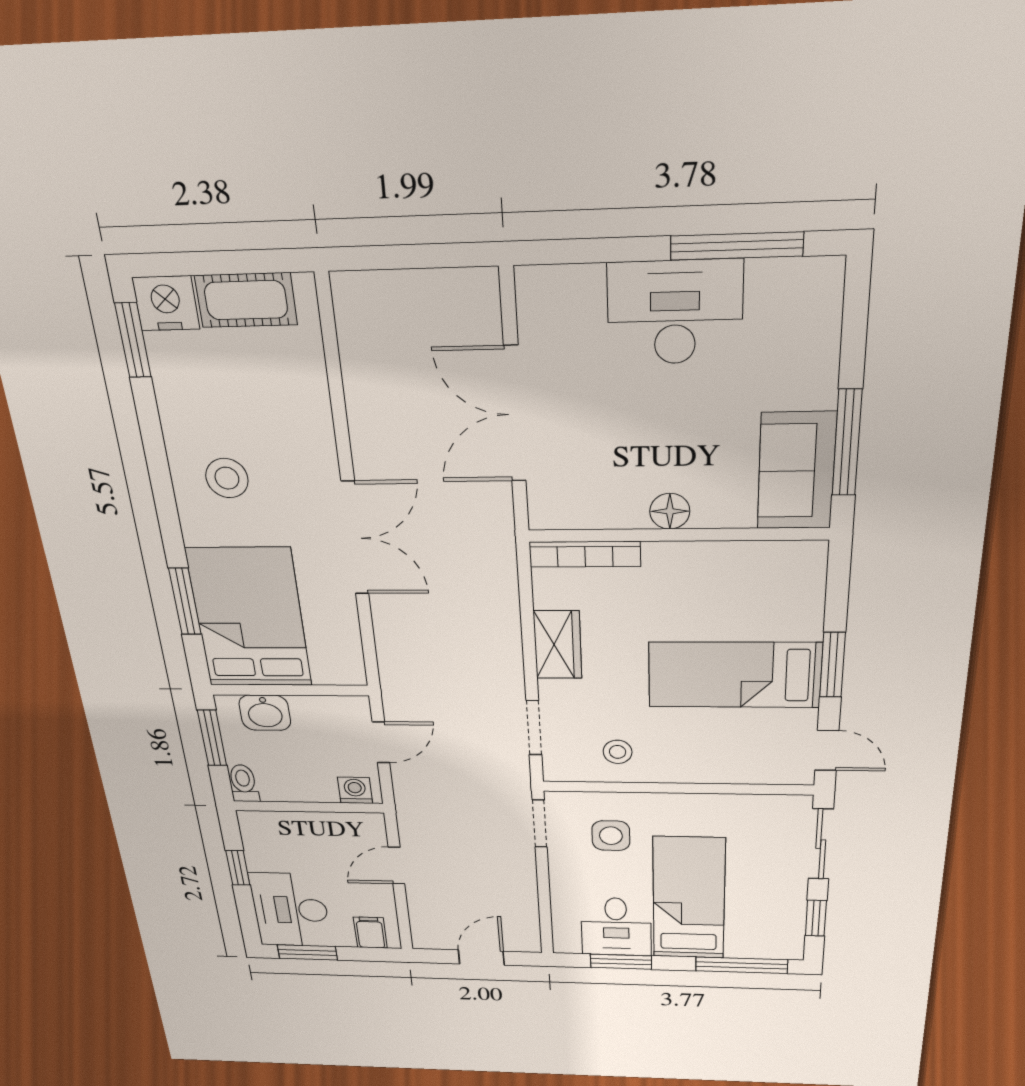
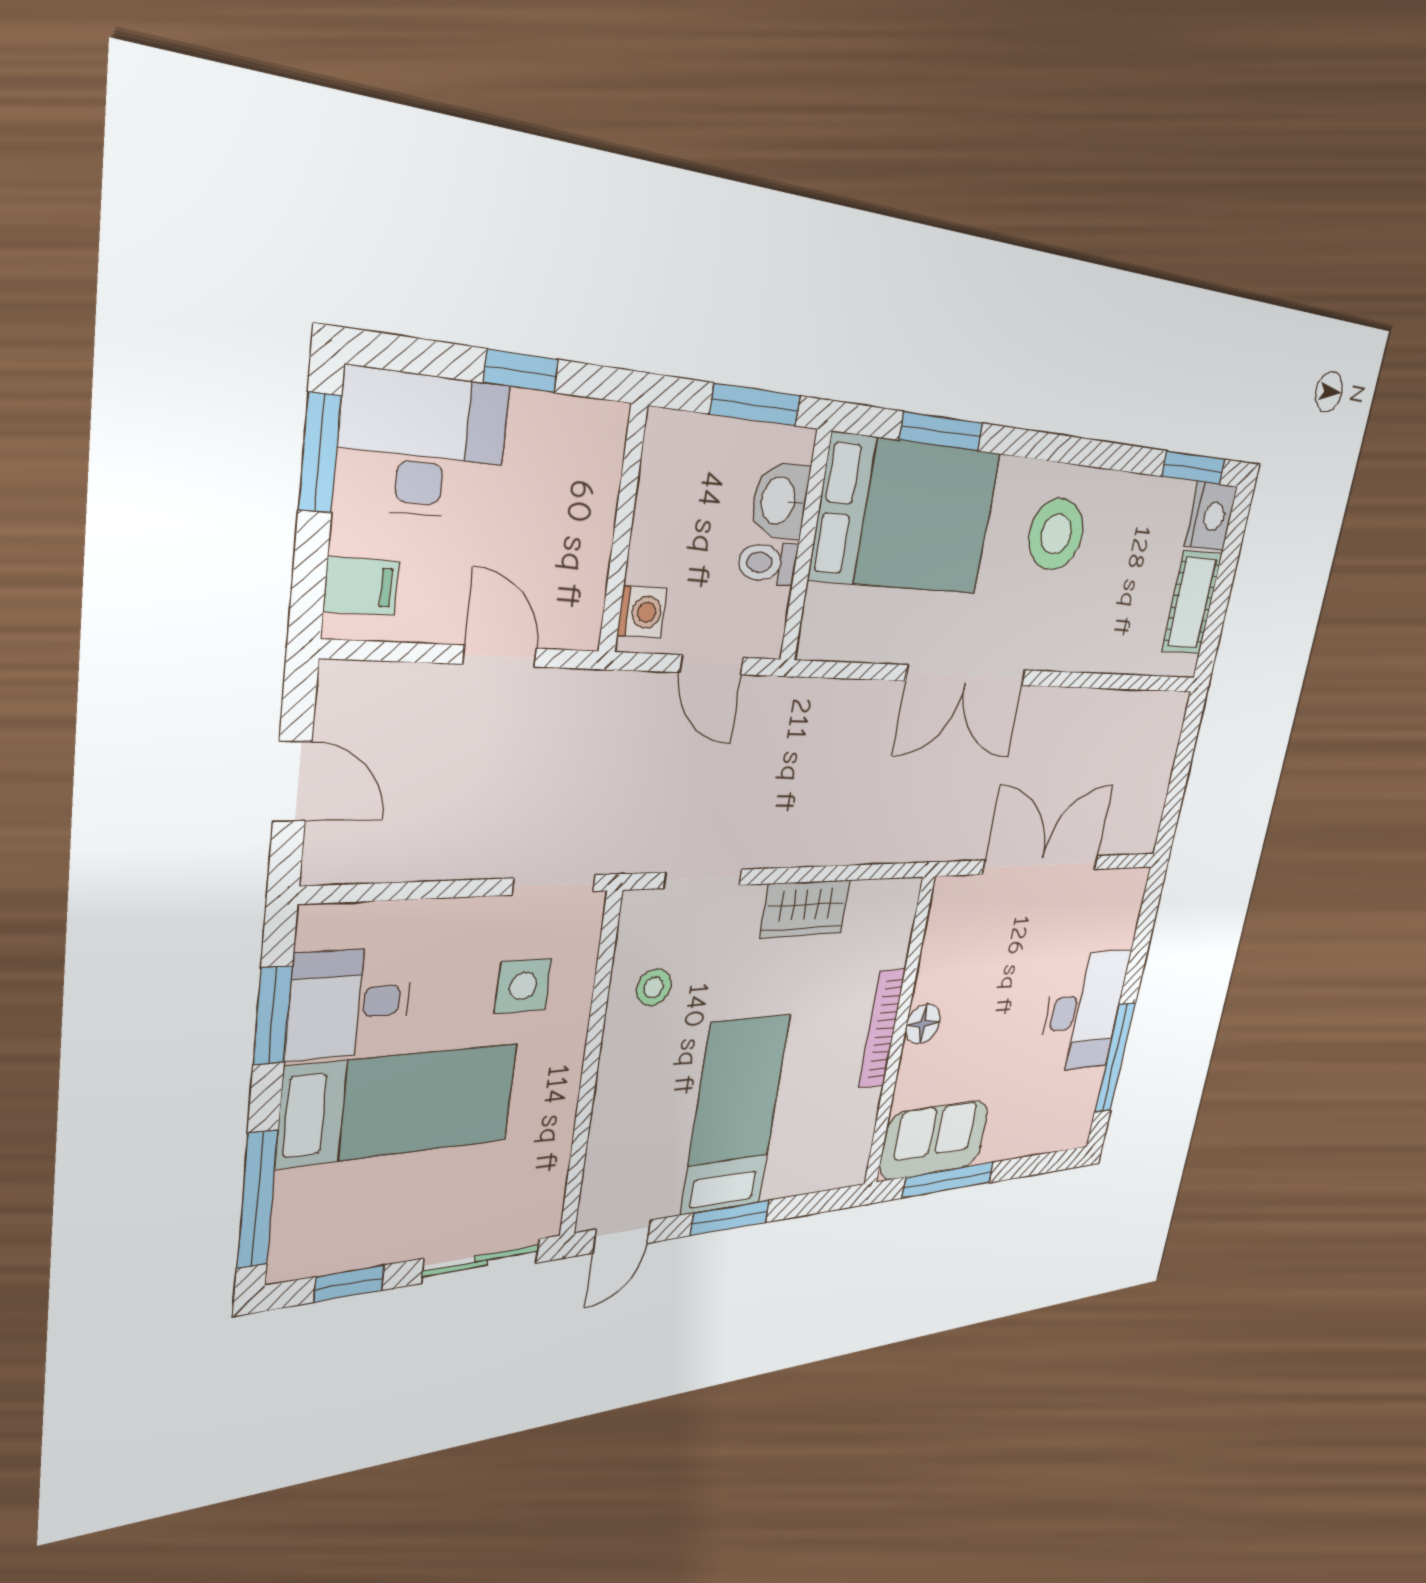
stool: (227, 478) -> (1056, 534), width x1.38, depth x1.38
bookcase: (585, 554) -> (882, 1029), moved
toilet: (243, 783) -> (767, 563), moved, turned 180

